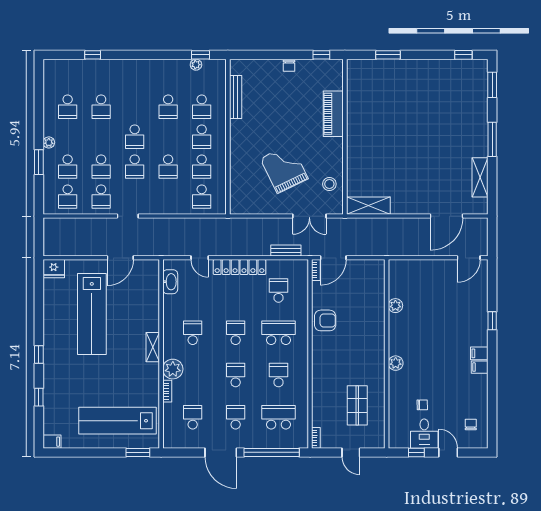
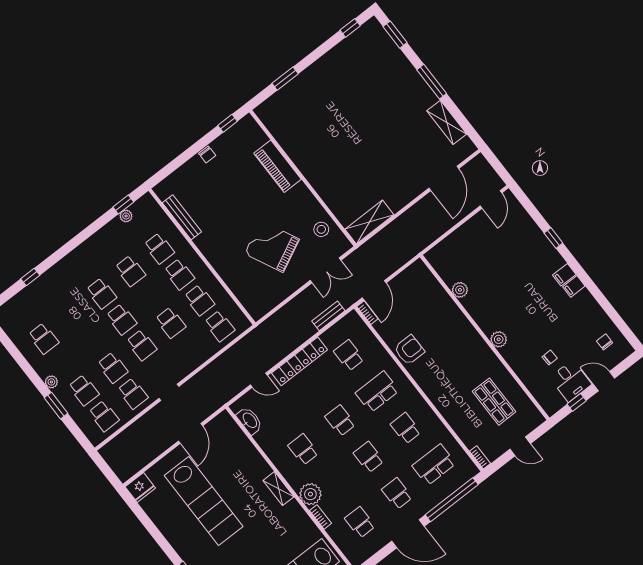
school desk: (101, 107) -> (101, 293), moved

